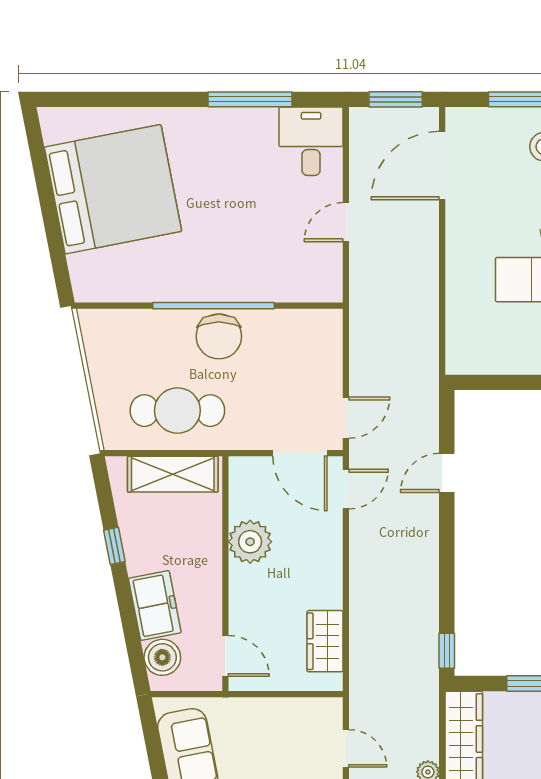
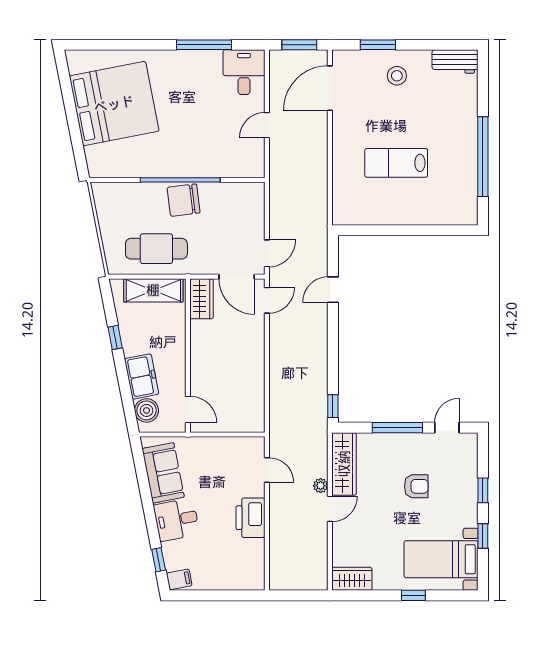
chair: (219, 336) -> (184, 200), turned 83
plant: (250, 542) -> (204, 335), removed
wardrobe: (325, 641) -> (202, 299), moved, turned 180

